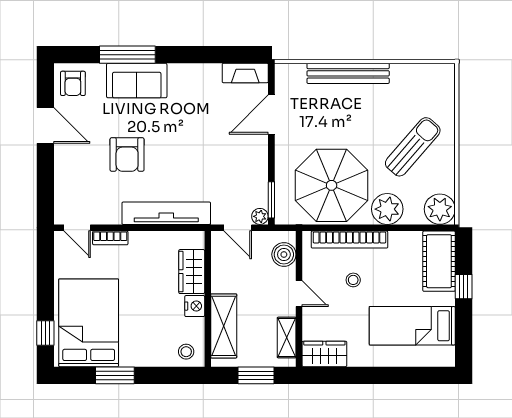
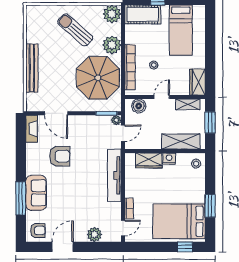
armchair: (127, 154) -> (60, 156), moved
plant: (66, 179) -> (94, 234), added

